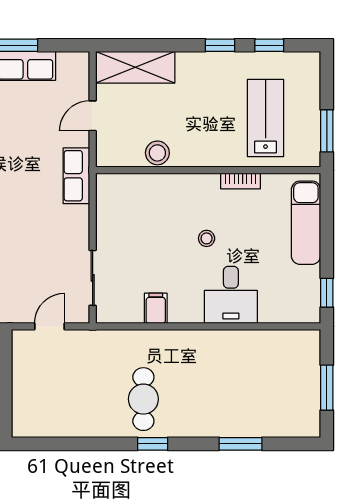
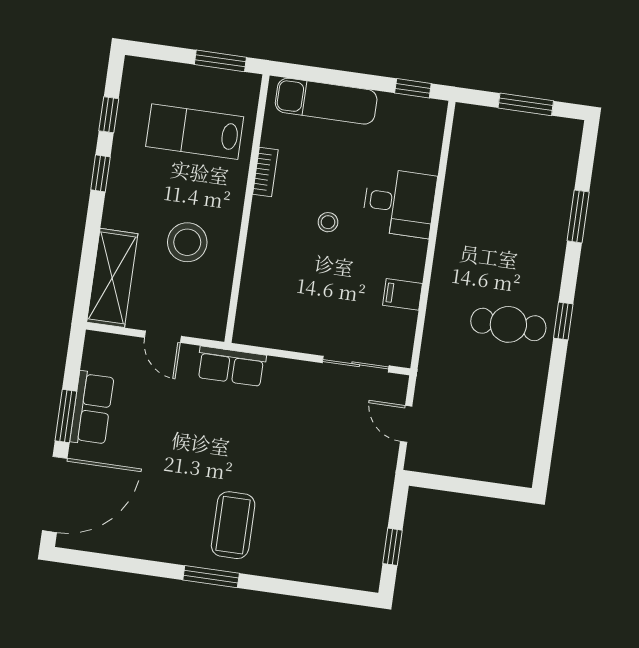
stool: (157, 153) -> (187, 242), moved, width x1.38, depth x1.38

